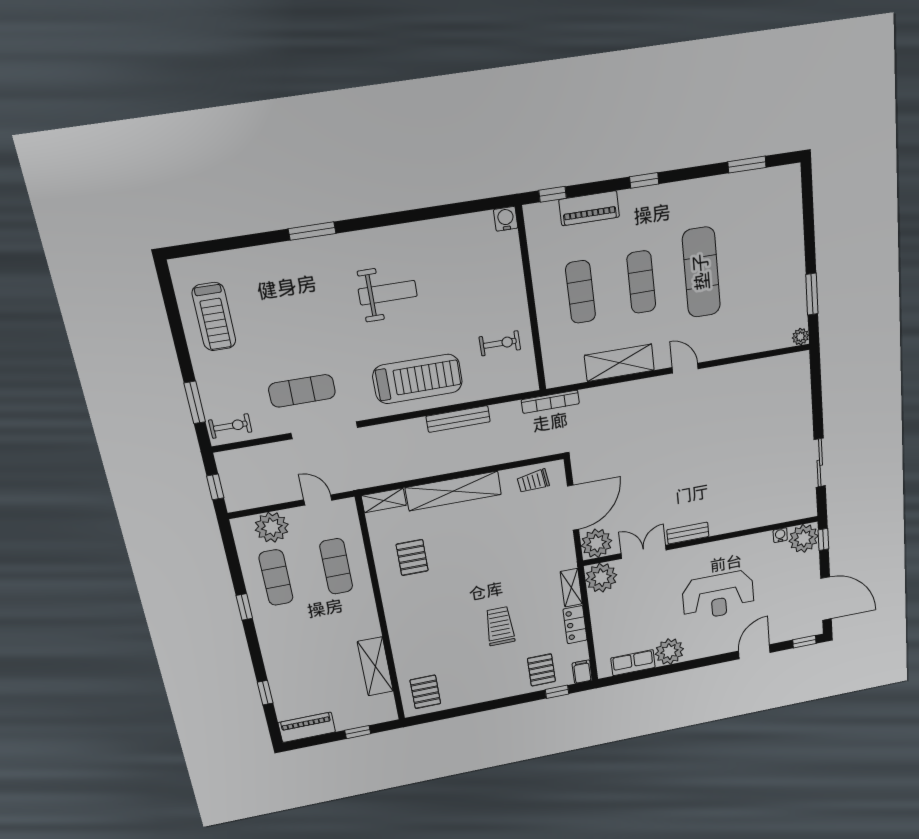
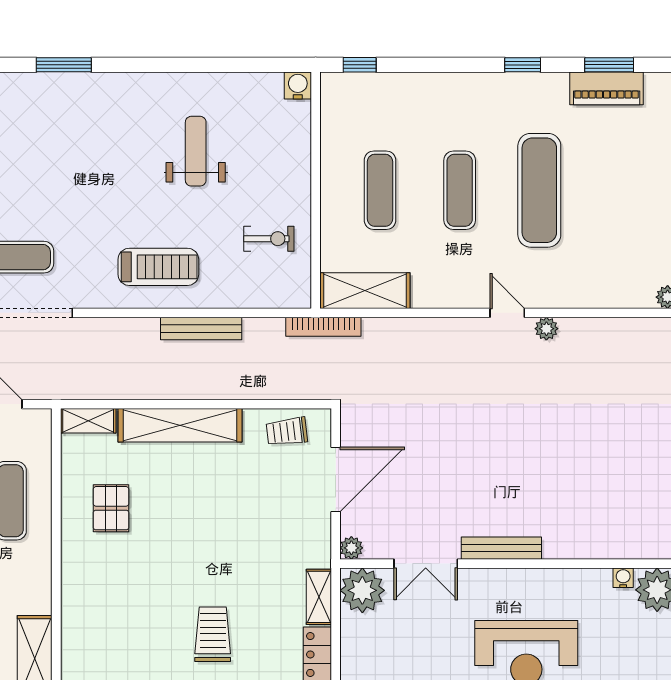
window: (644, 180) -> (523, 65), moved
piano: (589, 208) -> (607, 88), moved
weight bench: (388, 293) -> (196, 151), moved, turned -90
shelving: (619, 363) -> (365, 291), moved
plant: (715, 375) -> (546, 329), added
treadmill: (418, 379) -> (158, 267), width x0.73, depth x0.73
bench: (688, 533) -> (501, 548), width x1.36
plant: (597, 543) -> (351, 548), width x0.53, depth x0.53
double door: (644, 552) -> (426, 564), swing flipped

